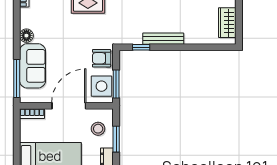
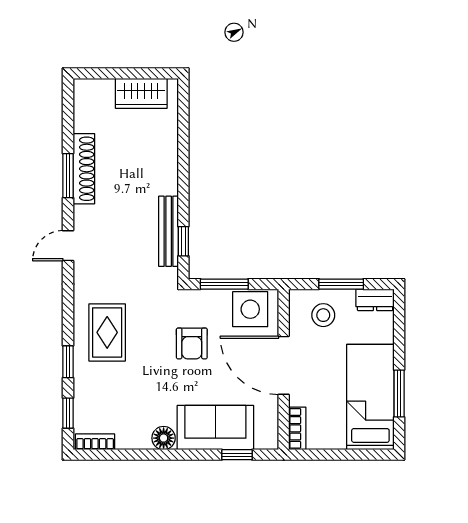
bench: (163, 39) -> (169, 231), moved
armchair: (102, 58) -> (192, 343), moved
window: (17, 78) -> (237, 455), width x0.46
window: (116, 84) -> (224, 284), moved

